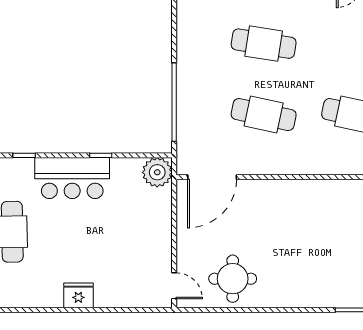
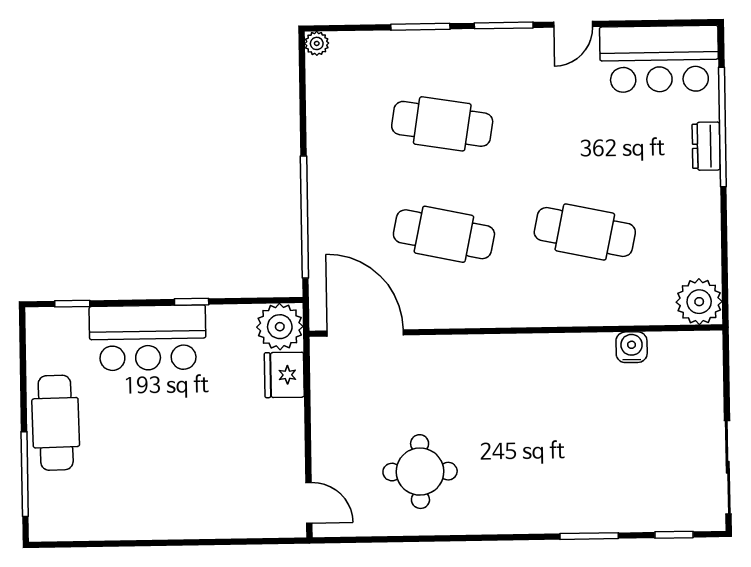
door: (212, 177) -> (365, 333), swing flipped
round table: (233, 279) -> (420, 472), moved
fridge: (78, 295) -> (284, 375), moved, turned -90

